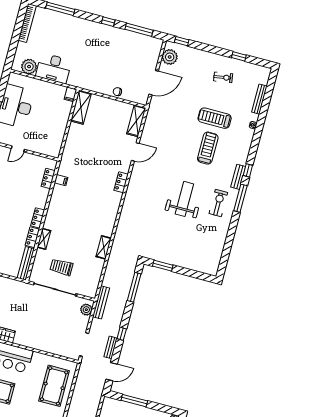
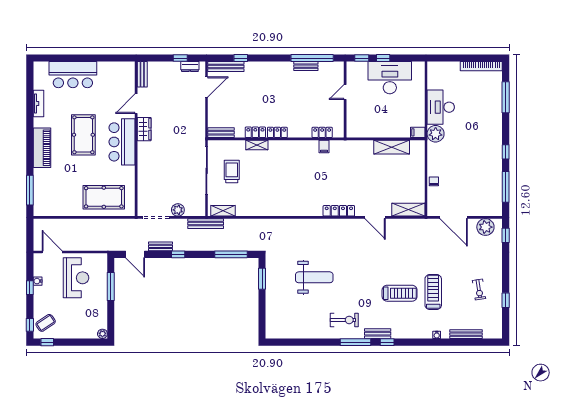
plant: (29, 67) -> (436, 134), moved
shelving: (81, 107) -> (392, 147), moved
door: (18, 149) -> (345, 92), hinge flipped
locker: (121, 182) -> (339, 211), width x1.53
weight bench: (184, 199) -> (314, 277), moved
shelving: (104, 247) -> (223, 211), moved
bench: (26, 263) -> (221, 133), width x0.73
plant: (86, 310) -> (178, 210), moved

